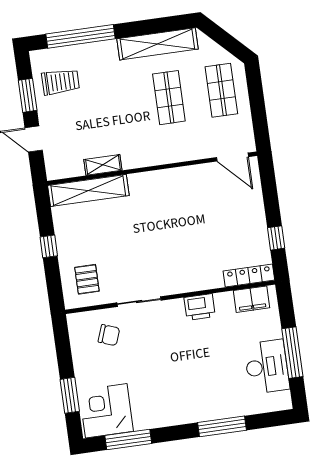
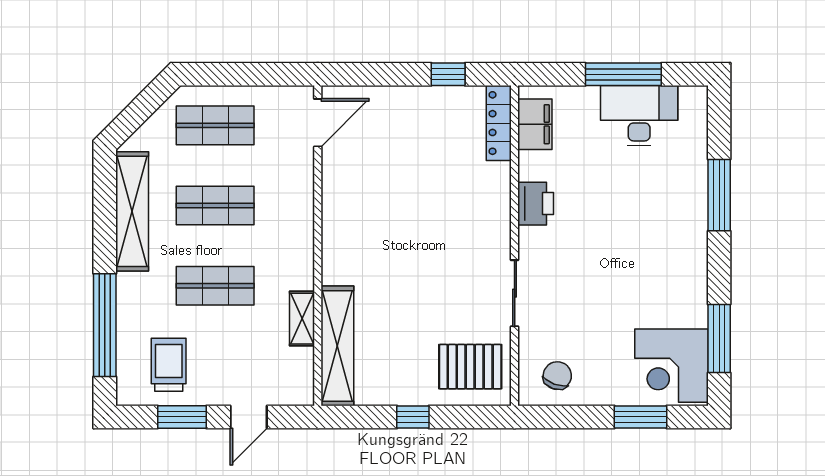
shop shelf: (116, 105) -> (215, 286), added
pallet: (87, 279) -> (470, 367), width x1.50, depth x1.42
chair: (109, 335) -> (557, 376), moved

